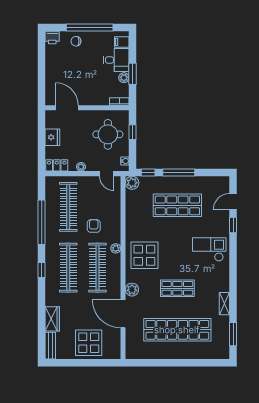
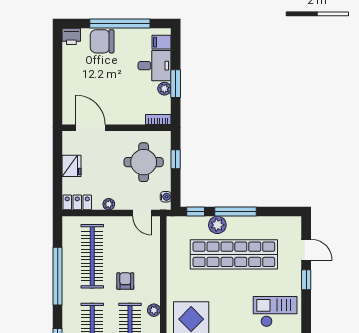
chair: (76, 41) -> (102, 41), width x1.87, depth x1.87
plant: (132, 183) -> (217, 225), moved
door: (233, 202) -> (306, 250), swing flipped
shop shelf: (177, 205) -> (234, 254), width x1.40

